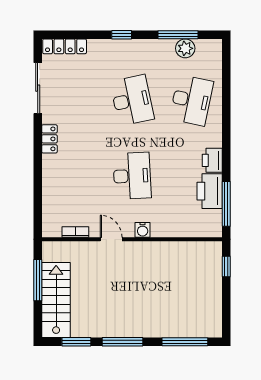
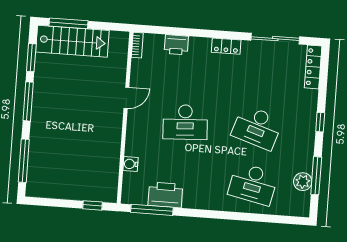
desk: (132, 100) -> (257, 127), turned 30
printer: (212, 160) -> (176, 45), moved, turned 180
water cooler: (143, 230) -> (130, 164), moved
bookcase: (75, 232) -> (137, 45), moved
window: (38, 280) -> (69, 23), moved

